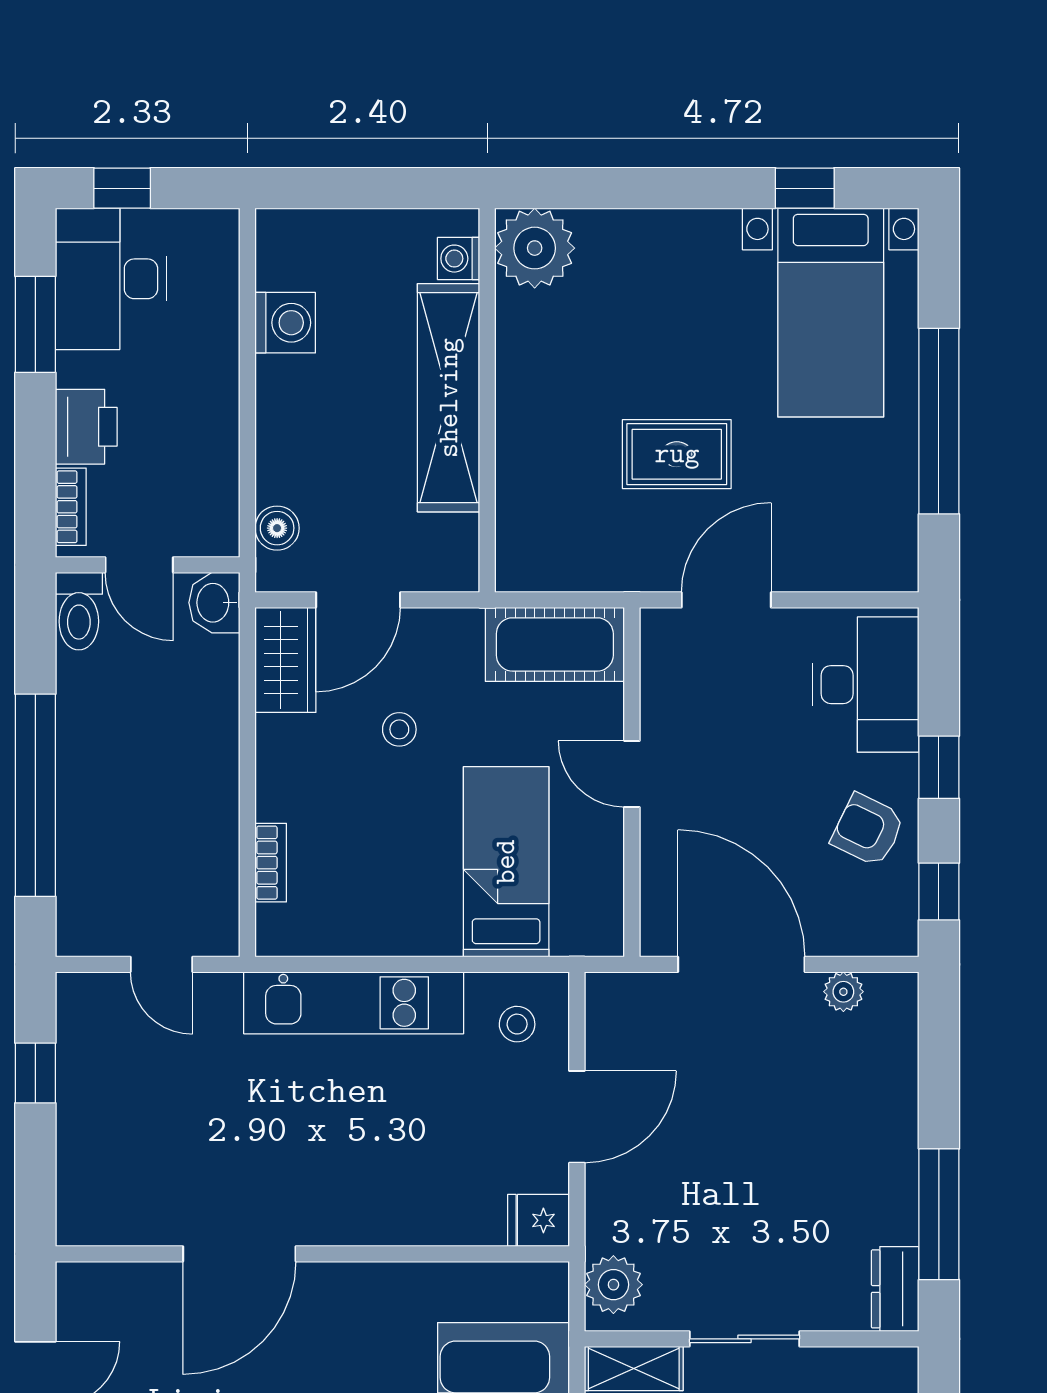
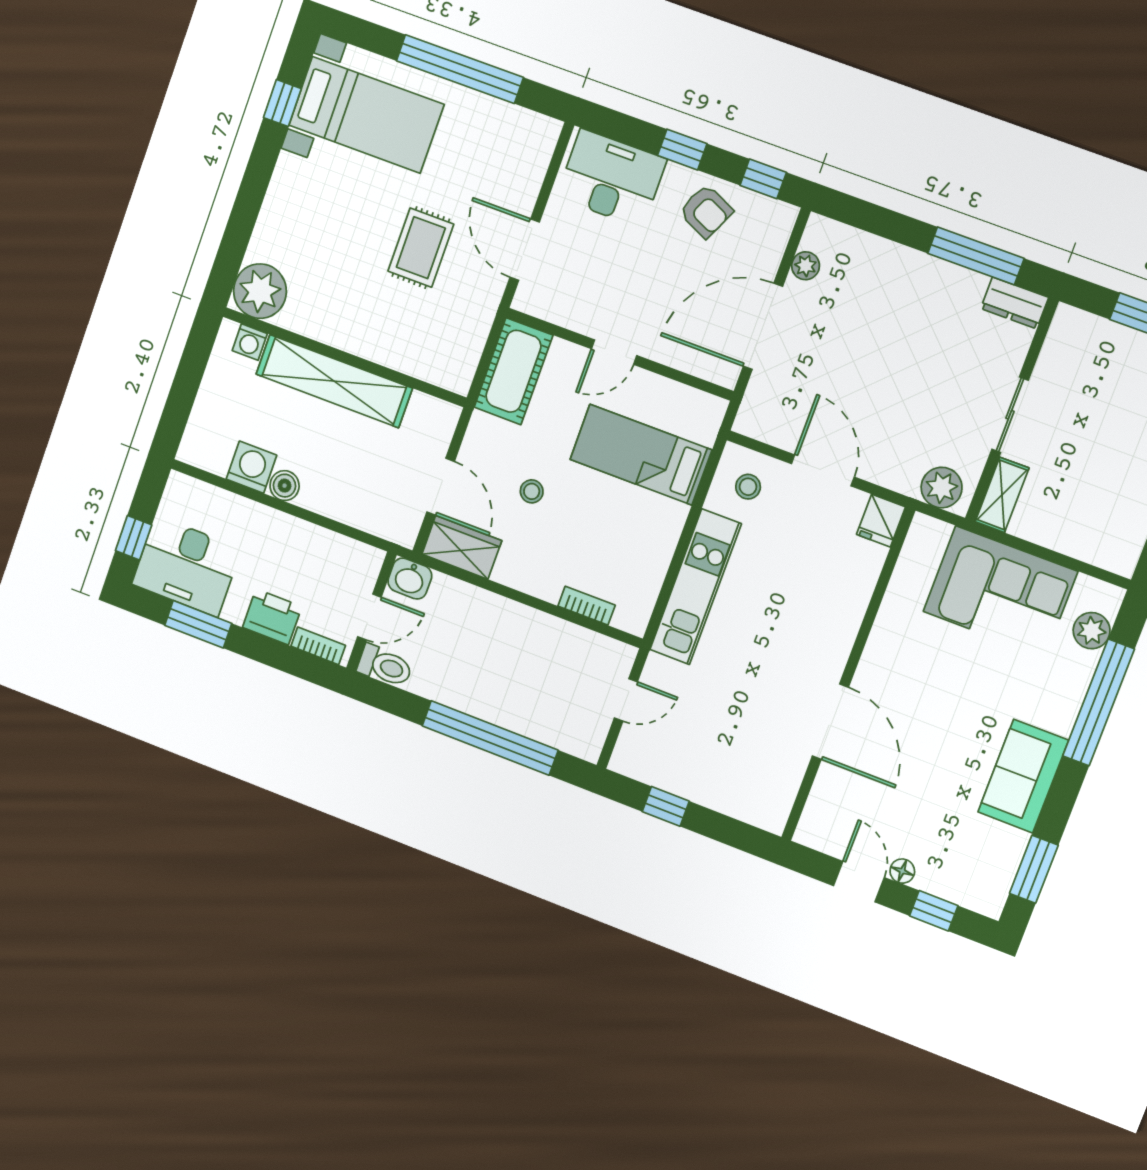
boiler: (277, 528) -> (285, 486), moved
armchair: (868, 830) -> (706, 211), turned -91

